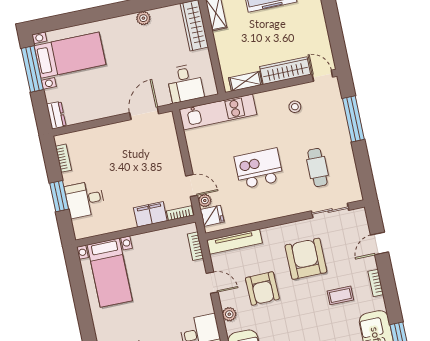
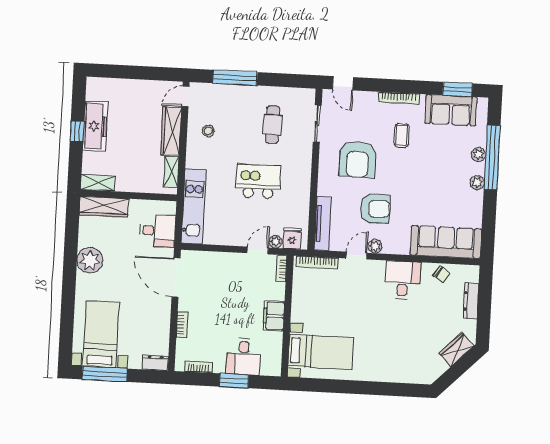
plant: (143, 18) -> (90, 260), width x1.88, depth x1.88
door: (144, 113) -> (176, 278), width x1.36
bookcase: (100, 131) -> (182, 325), added
kitchen island: (259, 168) -> (258, 181), turned 90
cafe table: (317, 168) -> (273, 125), turned 90
filing cabinet: (150, 214) -> (274, 316), moved
door: (380, 244) -> (343, 83), moved
bookcase: (195, 246) -> (317, 262), width x1.56
armchair: (306, 259) -> (357, 159), turned -90
bookcase: (376, 283) -> (399, 98), width x1.56
plant: (229, 314) -> (375, 246), moved

